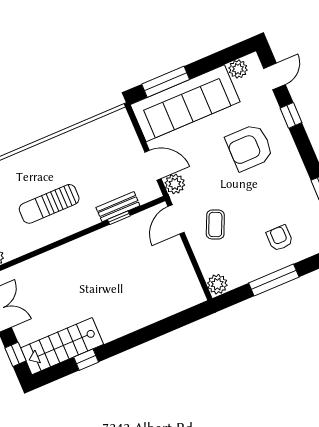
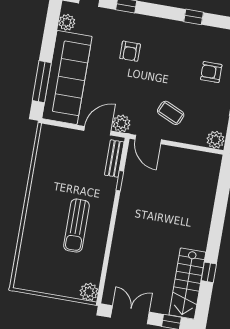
armchair: (249, 147) -> (130, 51), width x0.53, depth x0.53
bench: (118, 207) -> (114, 159), moved

